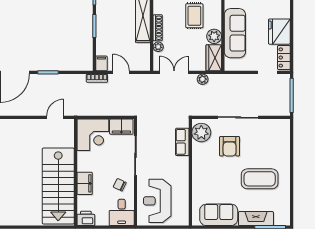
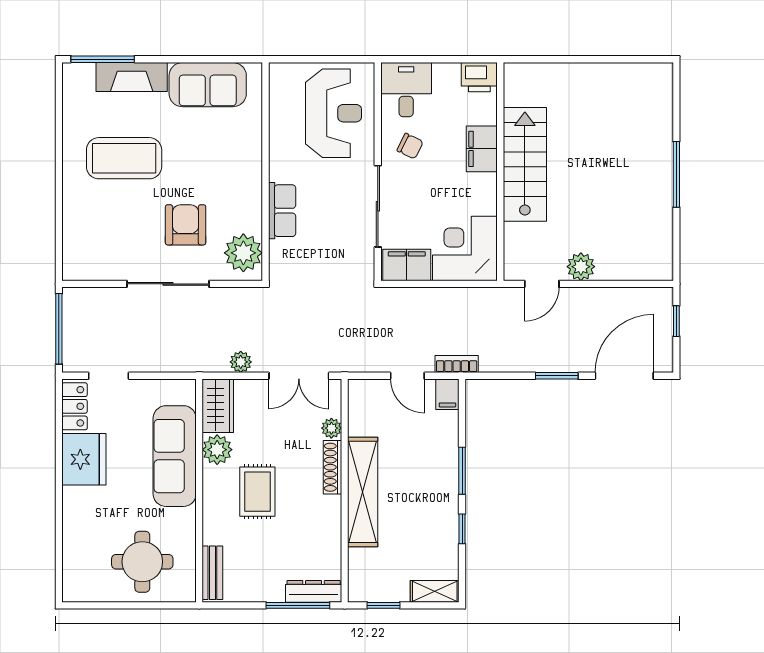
plant: (36, 126) -> (581, 267), added
row of seats: (182, 142) -> (282, 211), moved
stairs: (58, 186) -> (525, 164), width x0.73, depth x0.66

